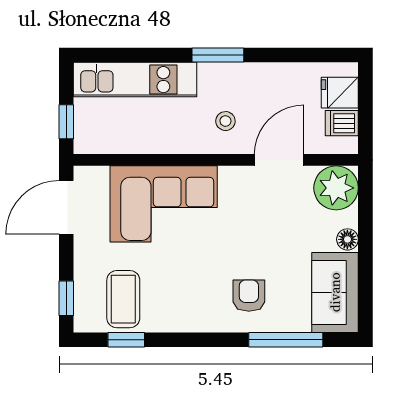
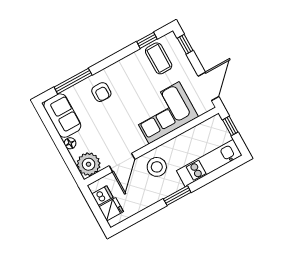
stool: (225, 121) -> (157, 167), width x1.89, depth x1.89

